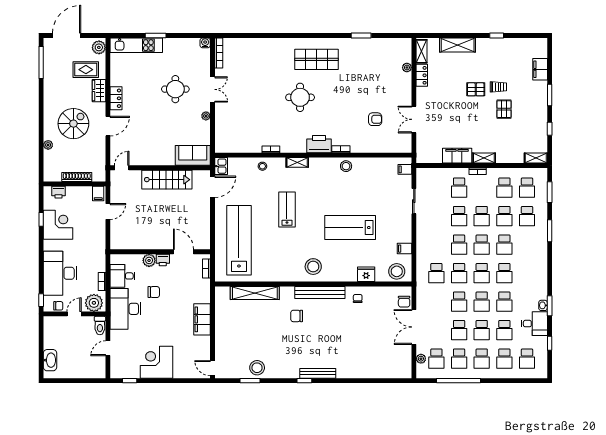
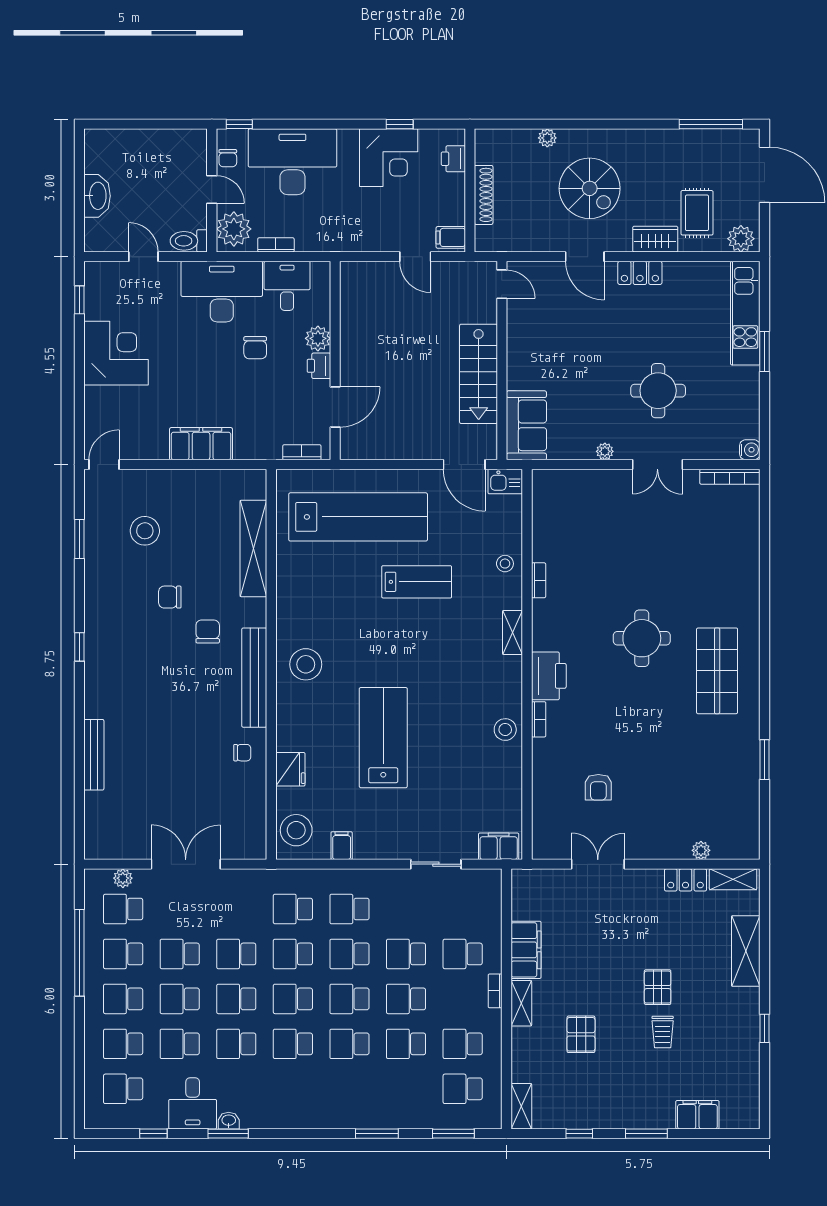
pallet: (504, 109) -> (581, 1034), moved, turned 90
filing cabinet: (405, 169) -> (499, 846), width x2.00
lab bench: (287, 210) -> (417, 582), moved
school desk: (527, 216) -> (349, 909), moved
chair: (404, 302) -> (170, 597), moved
washbasin: (50, 360) -> (97, 196), moved, turned -90
stool: (257, 368) -> (145, 531), moved
bench: (318, 373) -> (94, 755), moved

